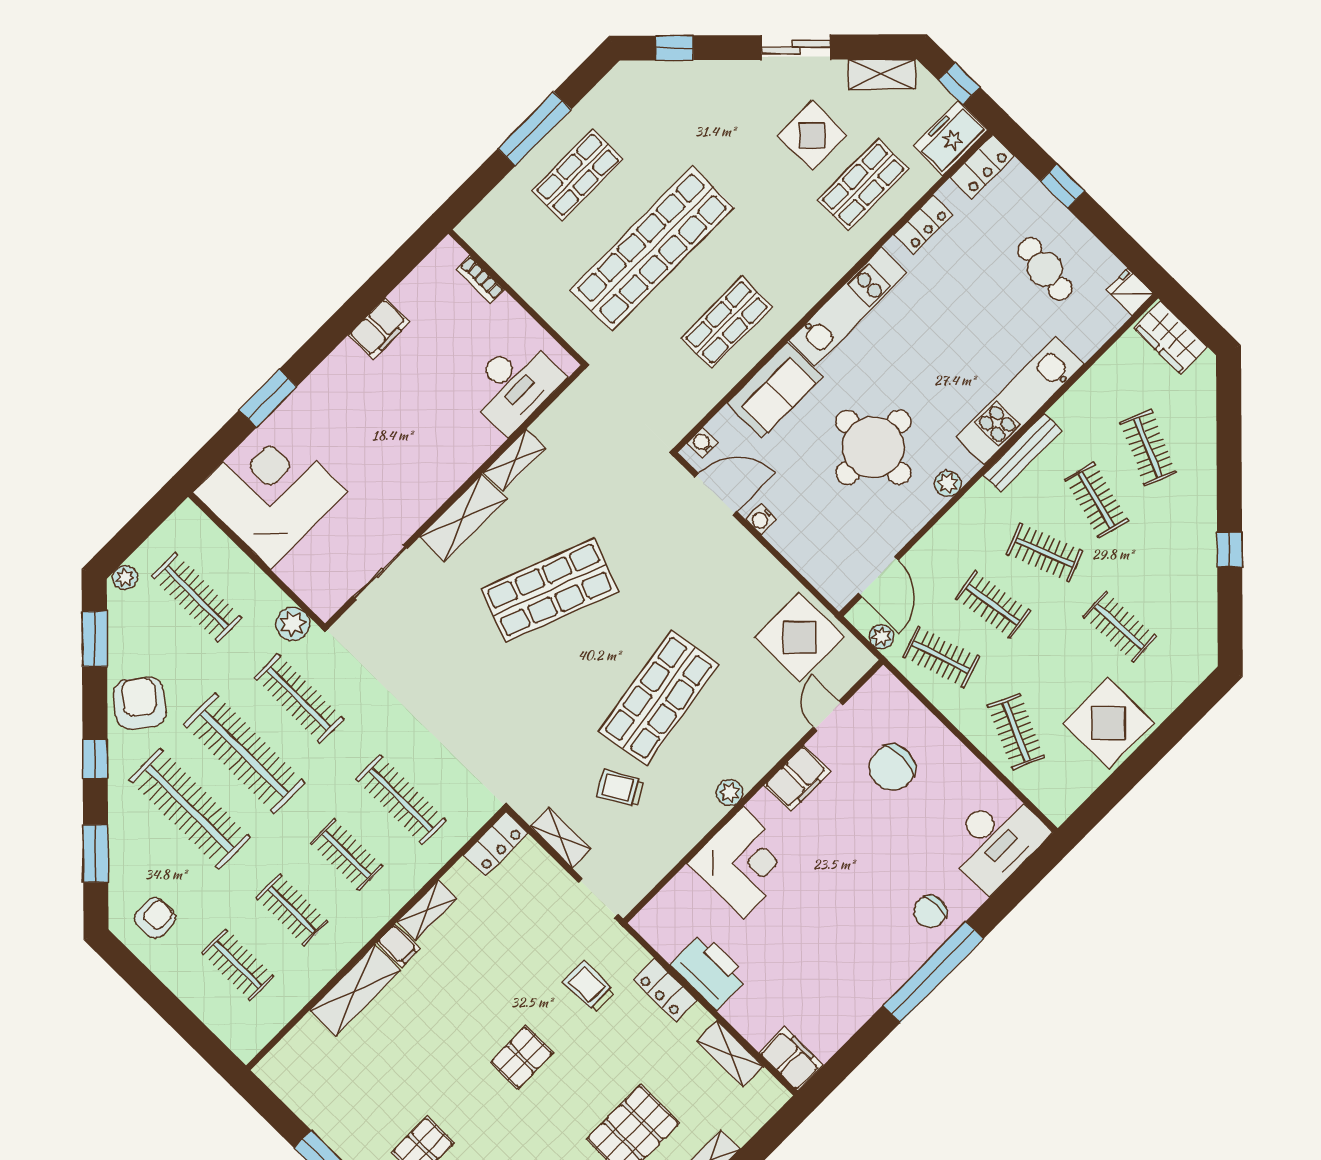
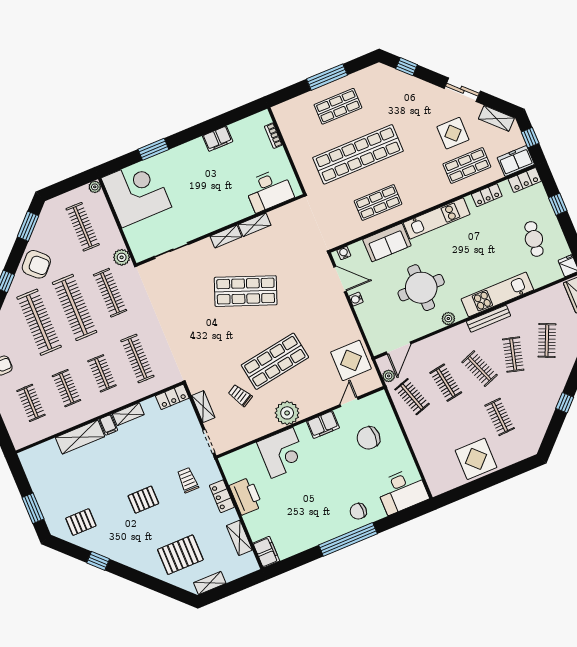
shelving: (463, 518) -> (226, 237), width x0.67, depth x0.75
plant: (125, 578) -> (95, 187), moved
armchair: (140, 703) -> (36, 264), turned 94
clothes rail: (1016, 731) -> (432, 445), removed
plant: (730, 792) -> (287, 413), width x1.88, depth x1.88

